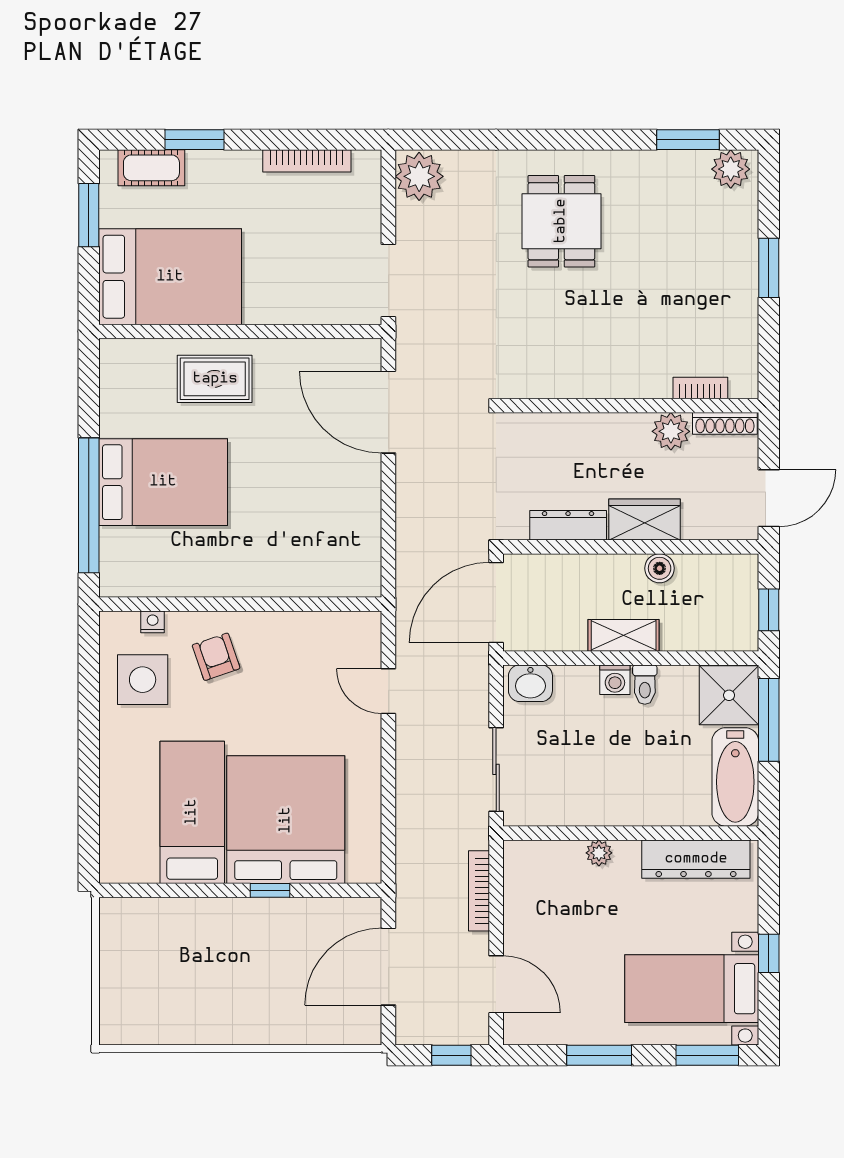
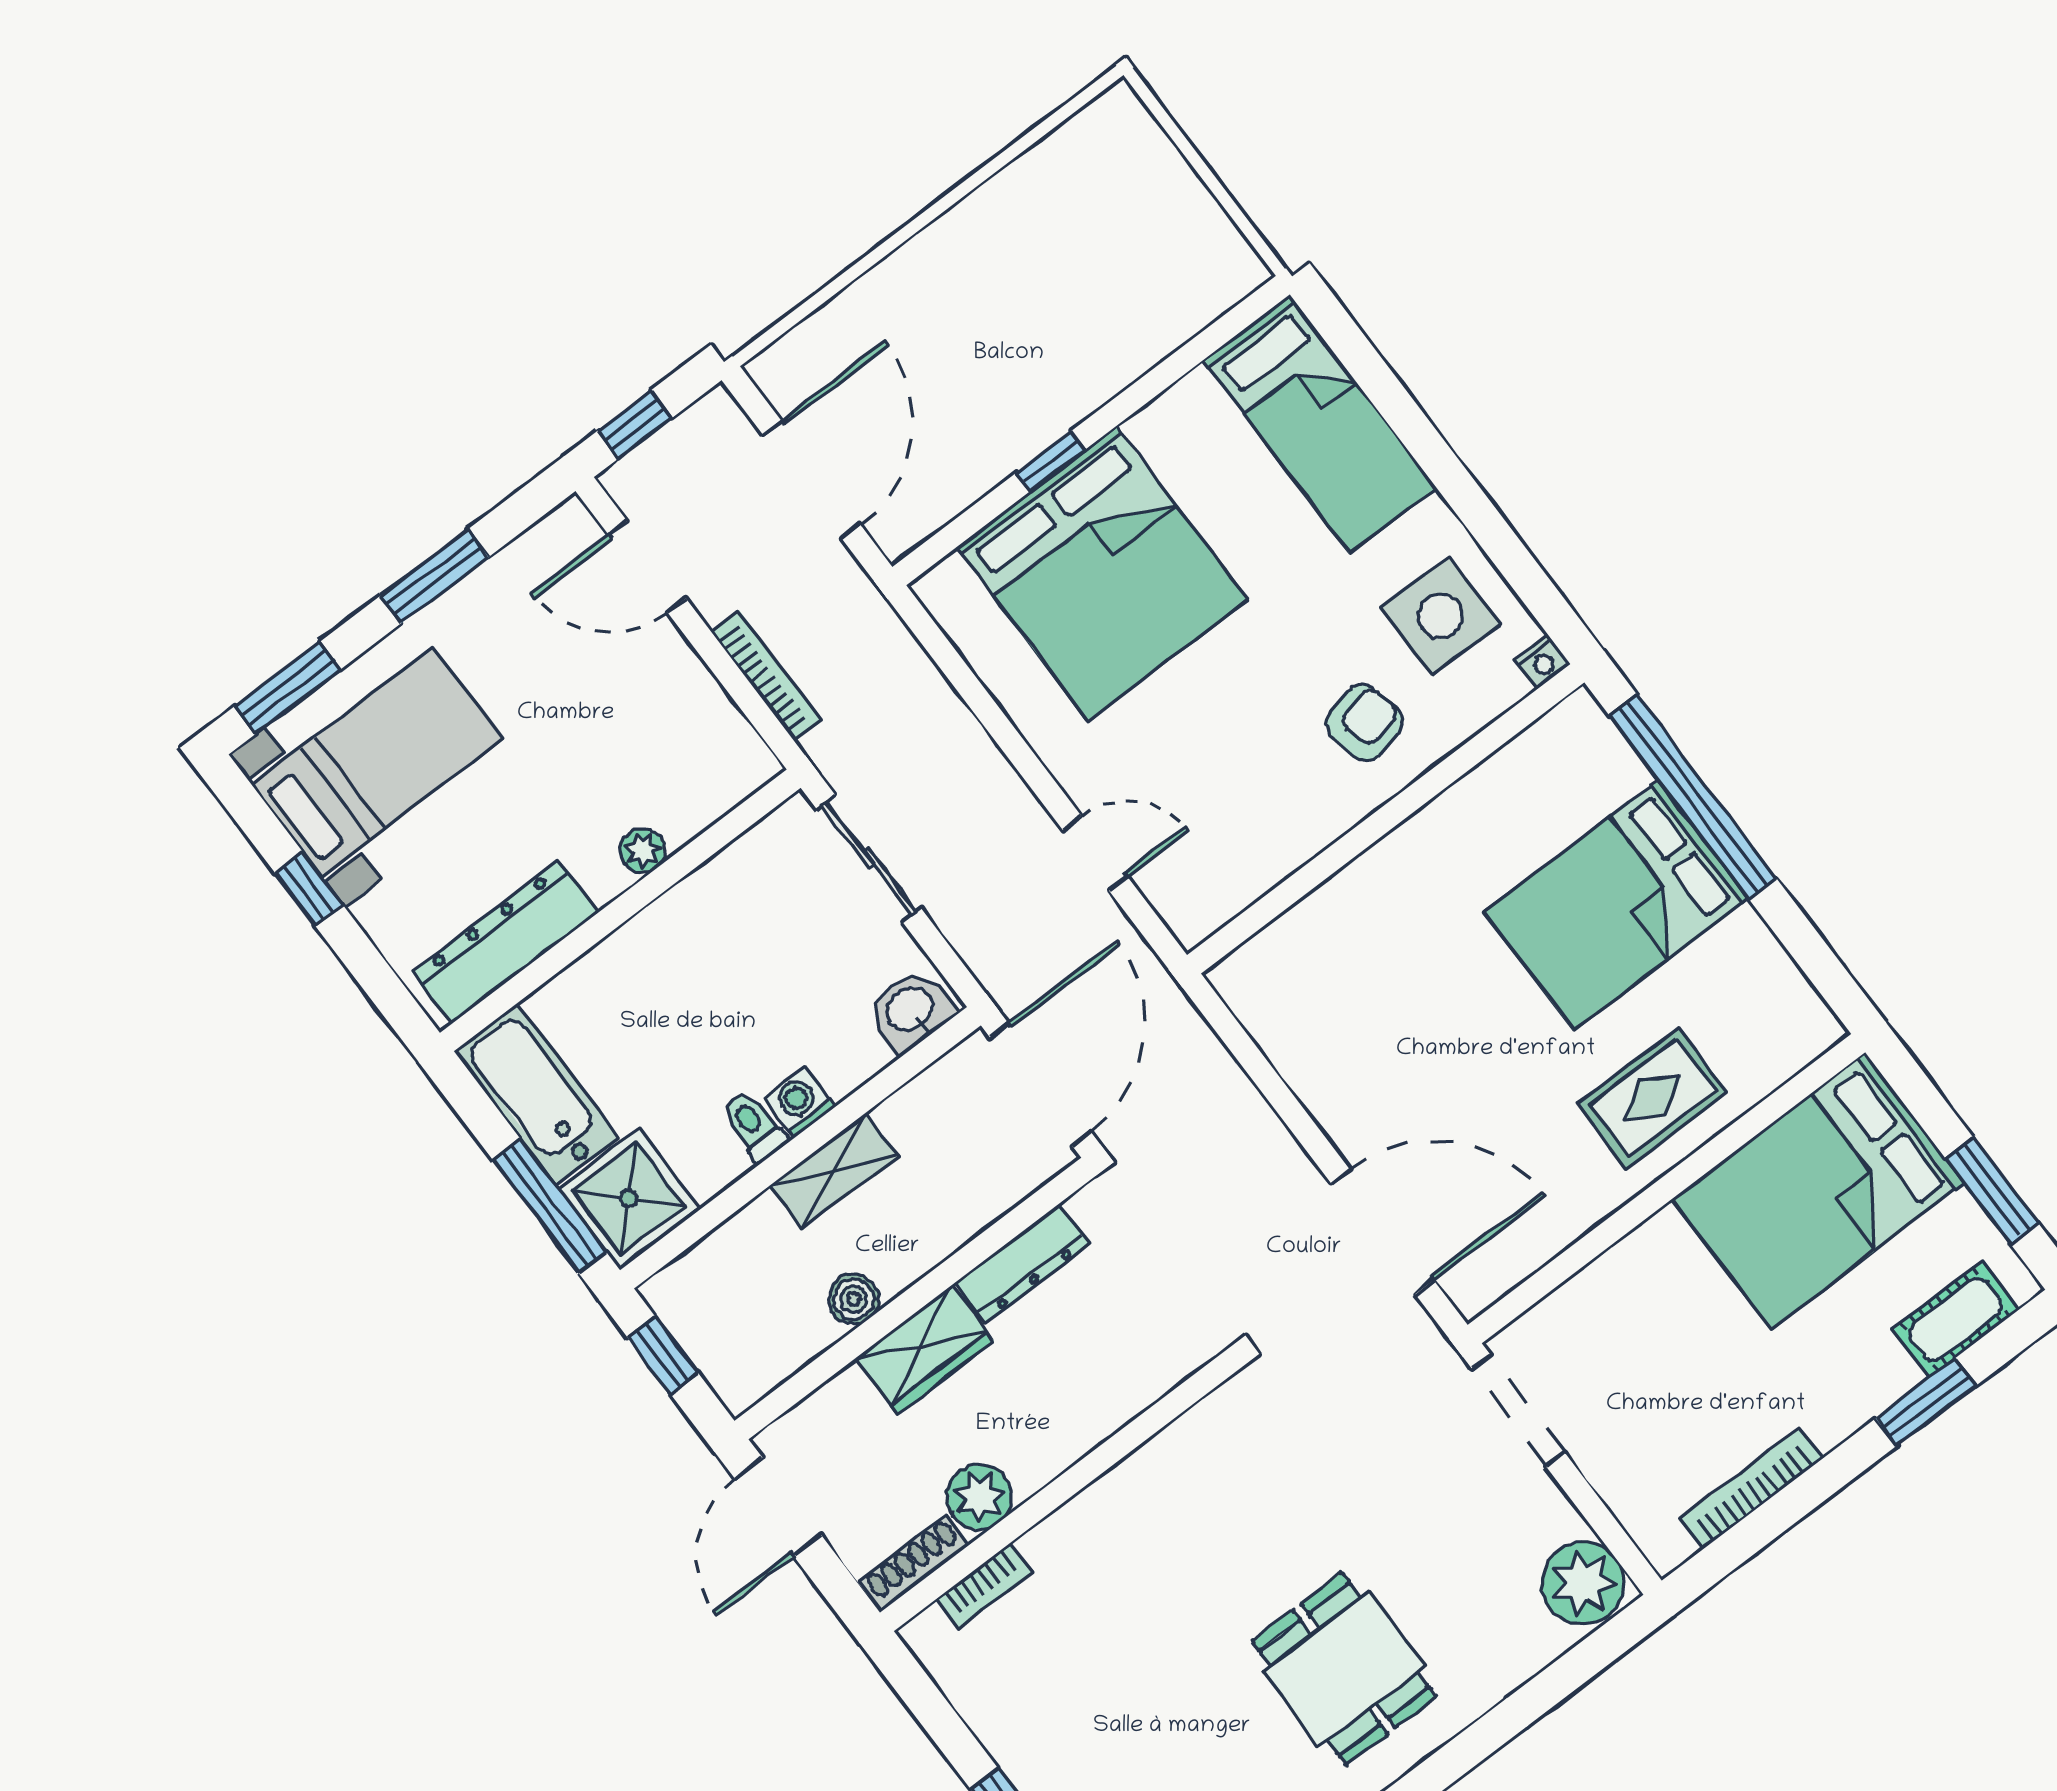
nightstand: (153, 622) -> (1542, 662), moved
armchair: (216, 657) -> (1364, 723), turned -84
bed: (192, 812) -> (1320, 424), moved

